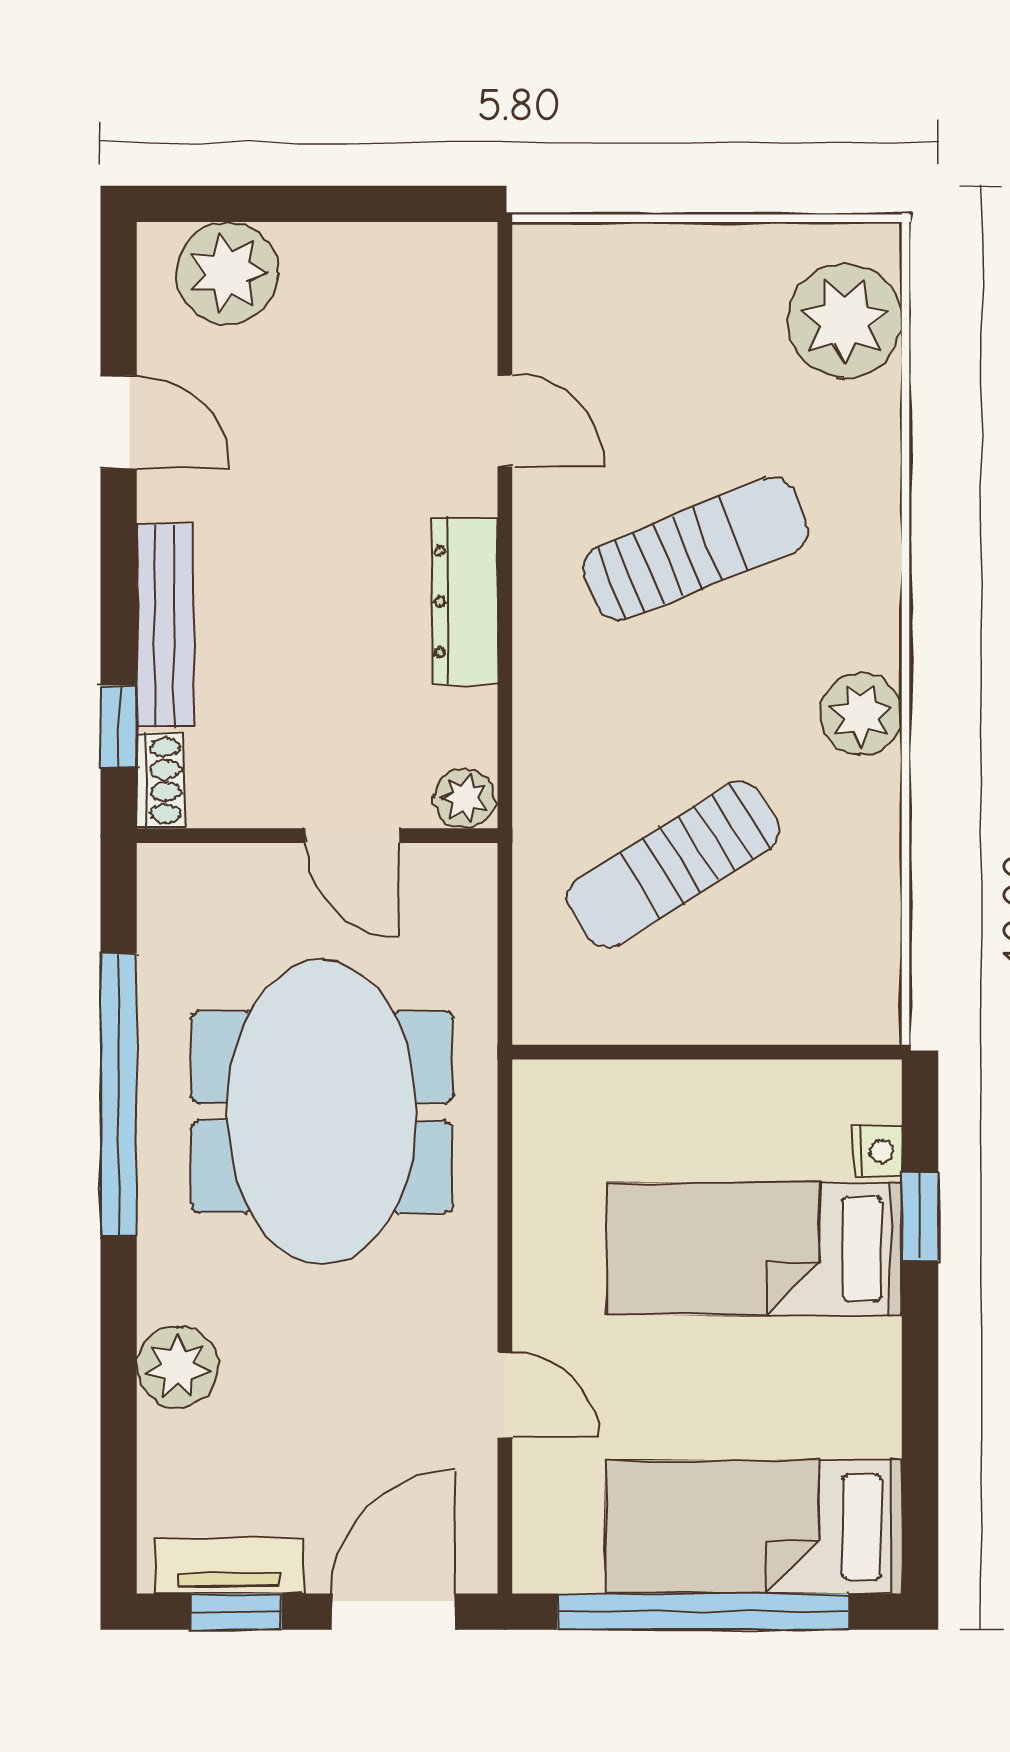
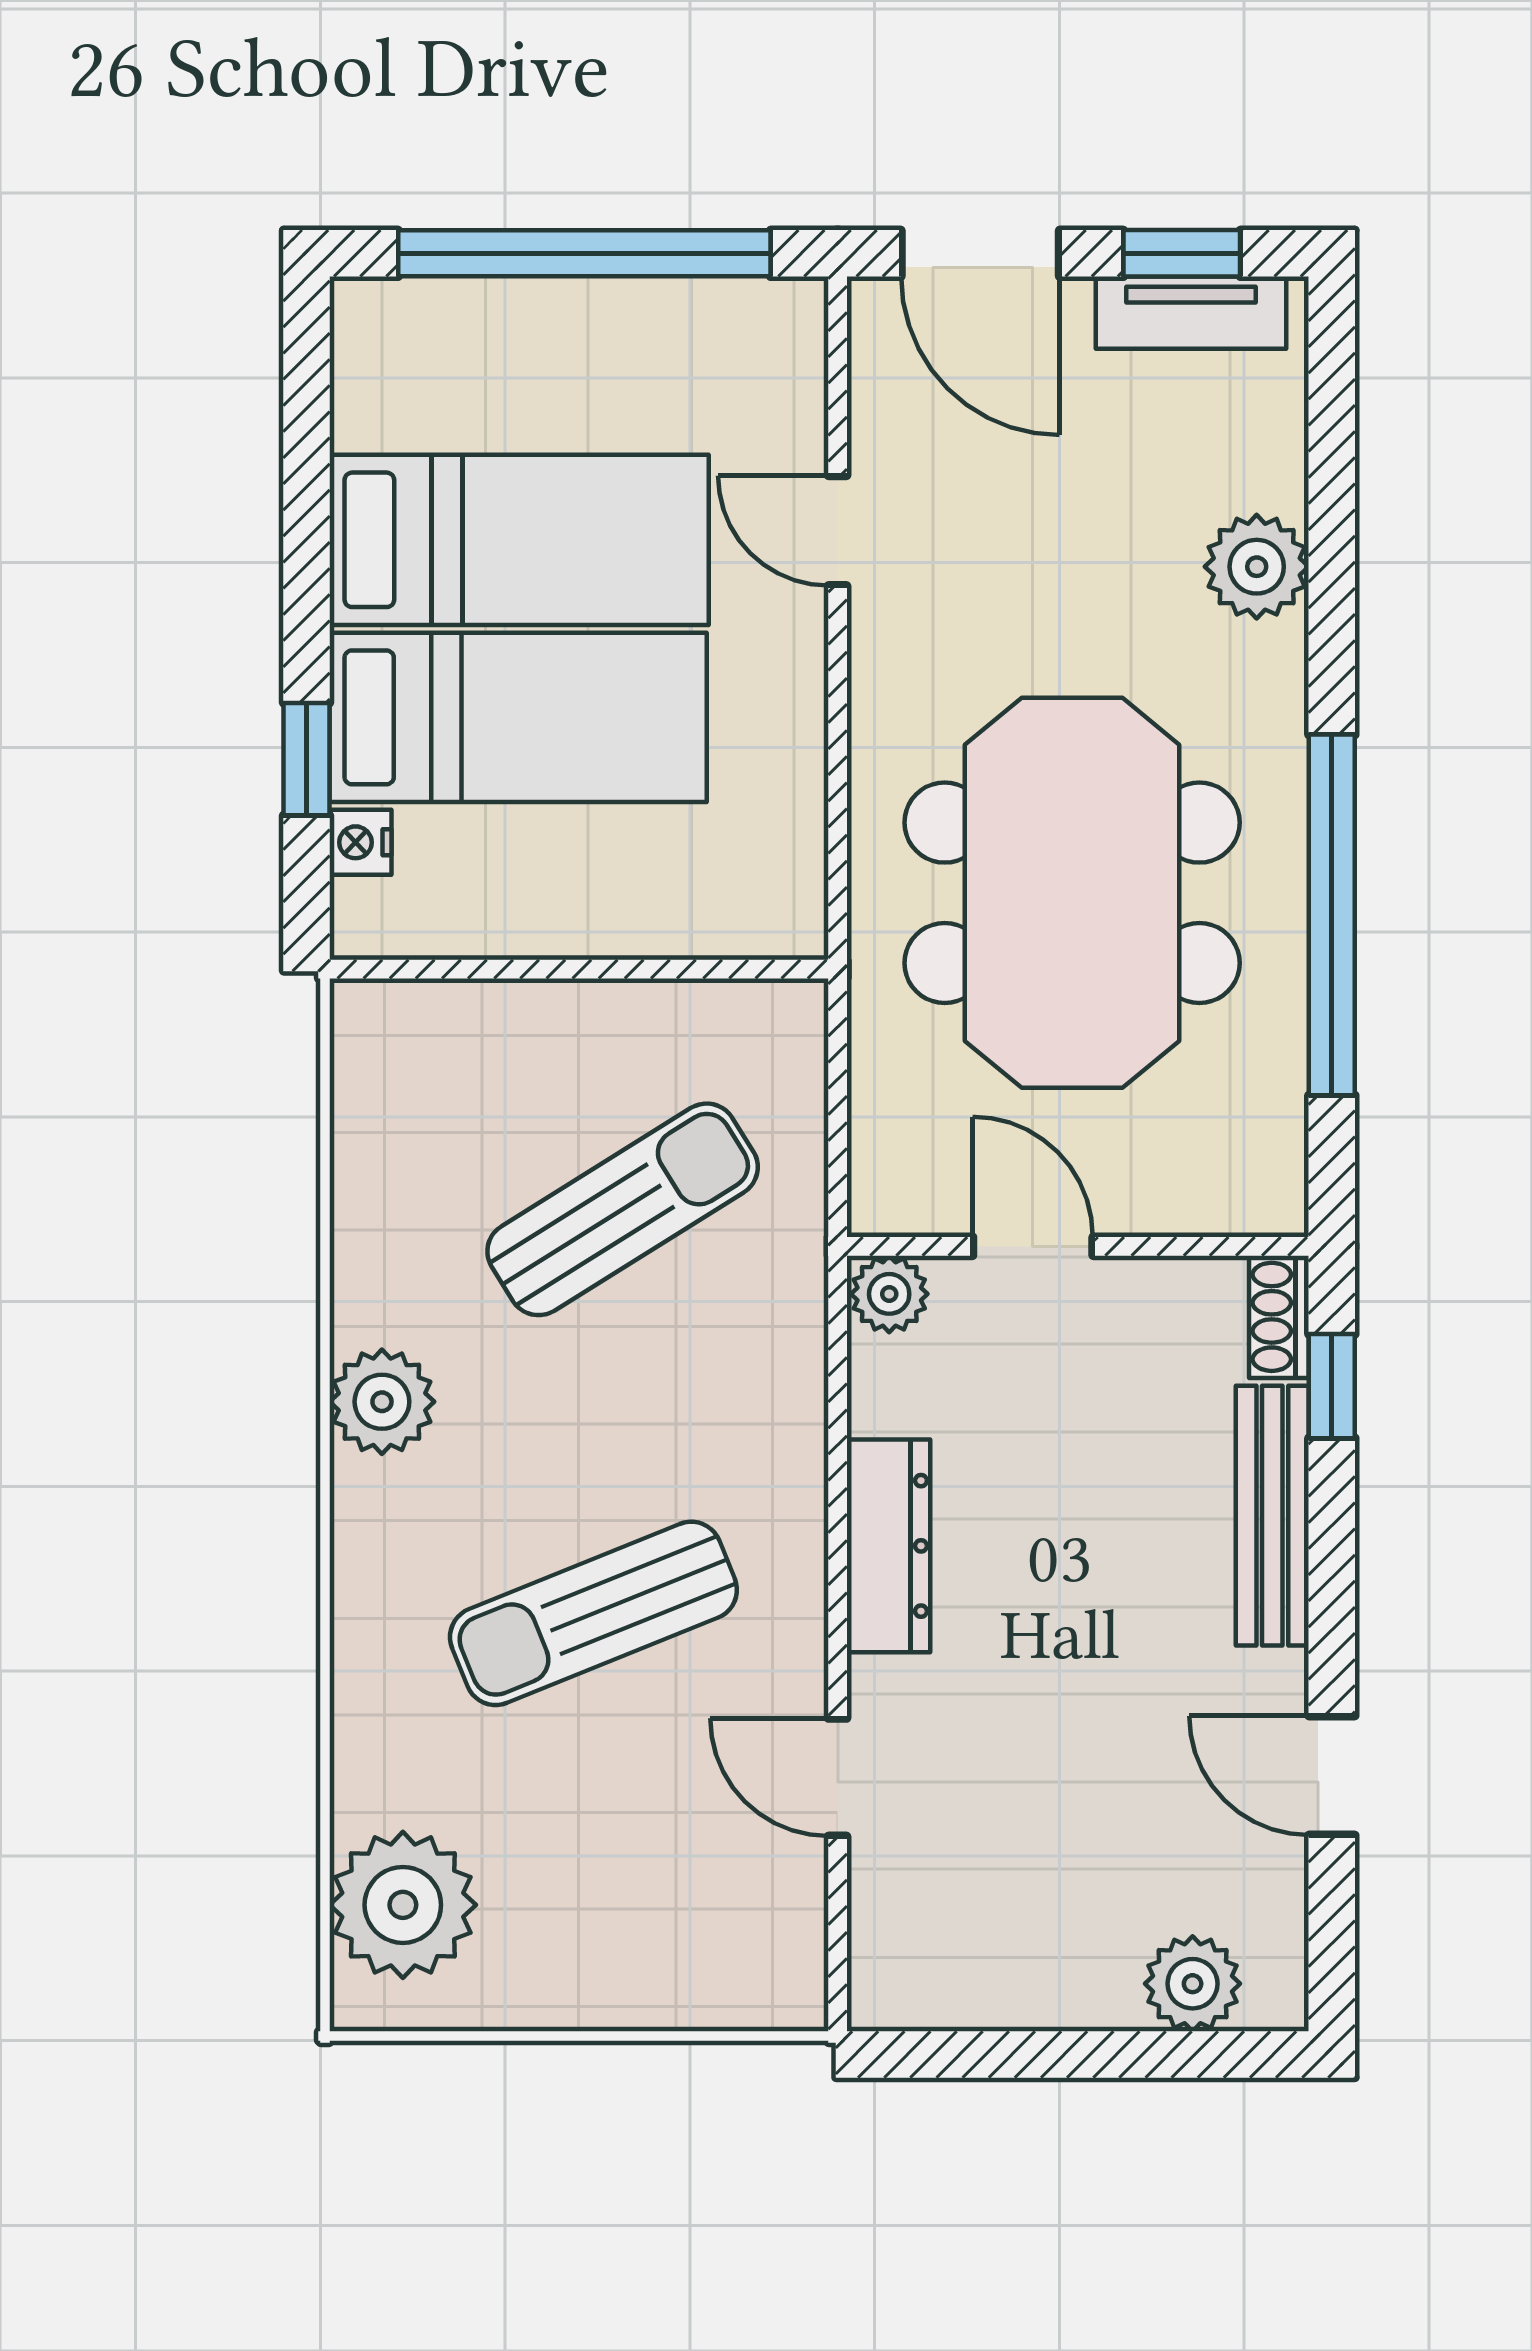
plant: (228, 273) -> (1193, 1984), width x0.73, depth x0.73
bed: (754, 1527) -> (519, 540), moved
door: (393, 1612) -> (980, 253), hinge flipped

